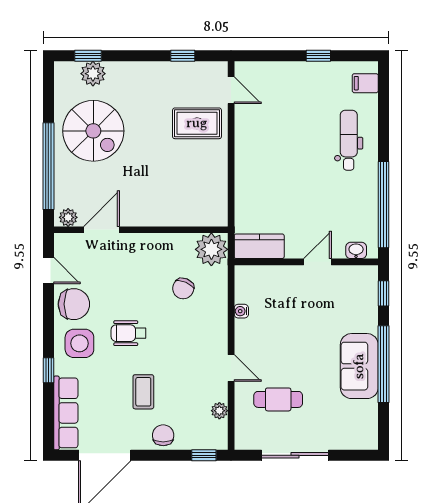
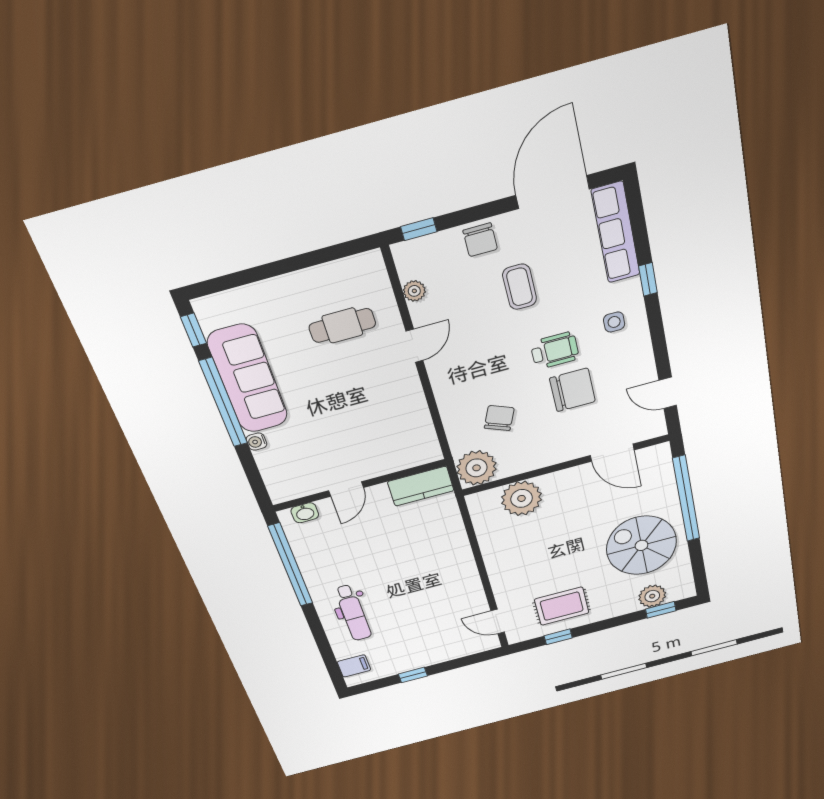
rug: (197, 123) -> (562, 606), moved
plant: (68, 217) -> (522, 498), moved, width x1.87, depth x1.87
door: (101, 230) -> (612, 453), hinge flipped
window: (384, 293) -> (193, 330), moved
chair: (74, 304) -> (572, 390), moved, turned 180
water cooler: (241, 311) -> (256, 442), moved, turned 180
side table: (79, 343) -> (614, 322), width x0.54, depth x0.54
sofa: (359, 366) -> (248, 379), width x1.36
door: (231, 368) -> (414, 346), swing flipped
sliding door: (295, 455) -> (297, 263), removed

